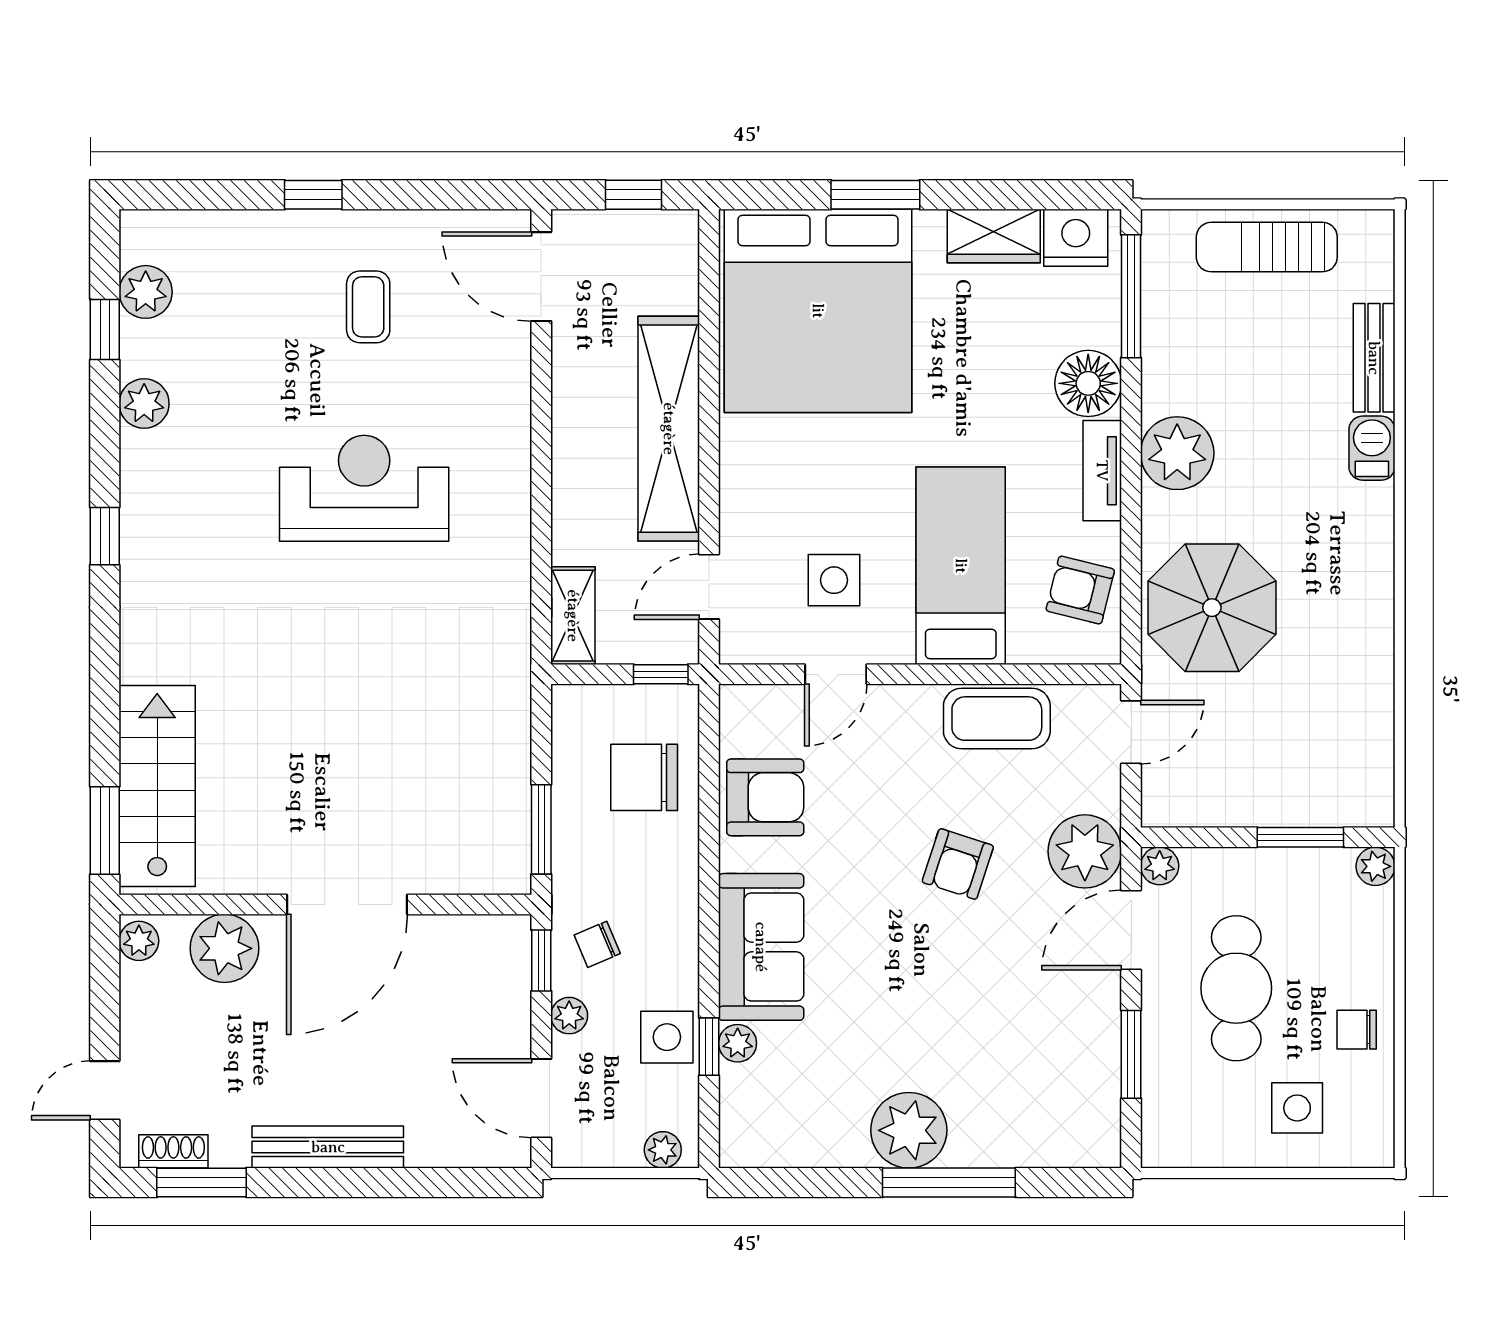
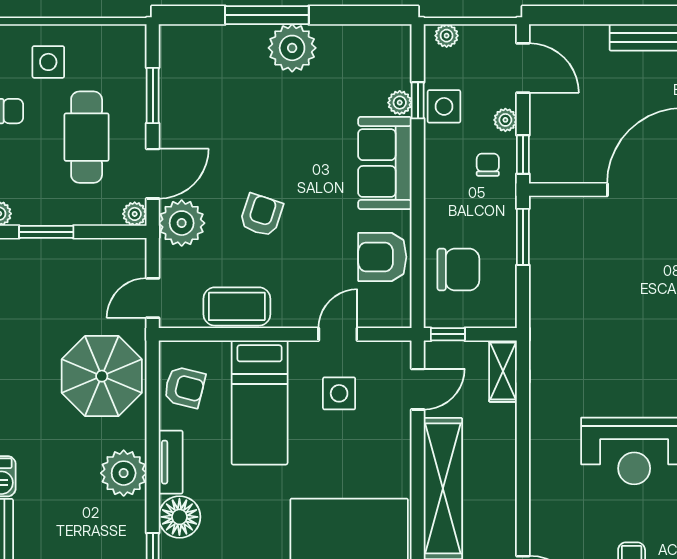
chair: (597, 944) -> (488, 165), turned -67

